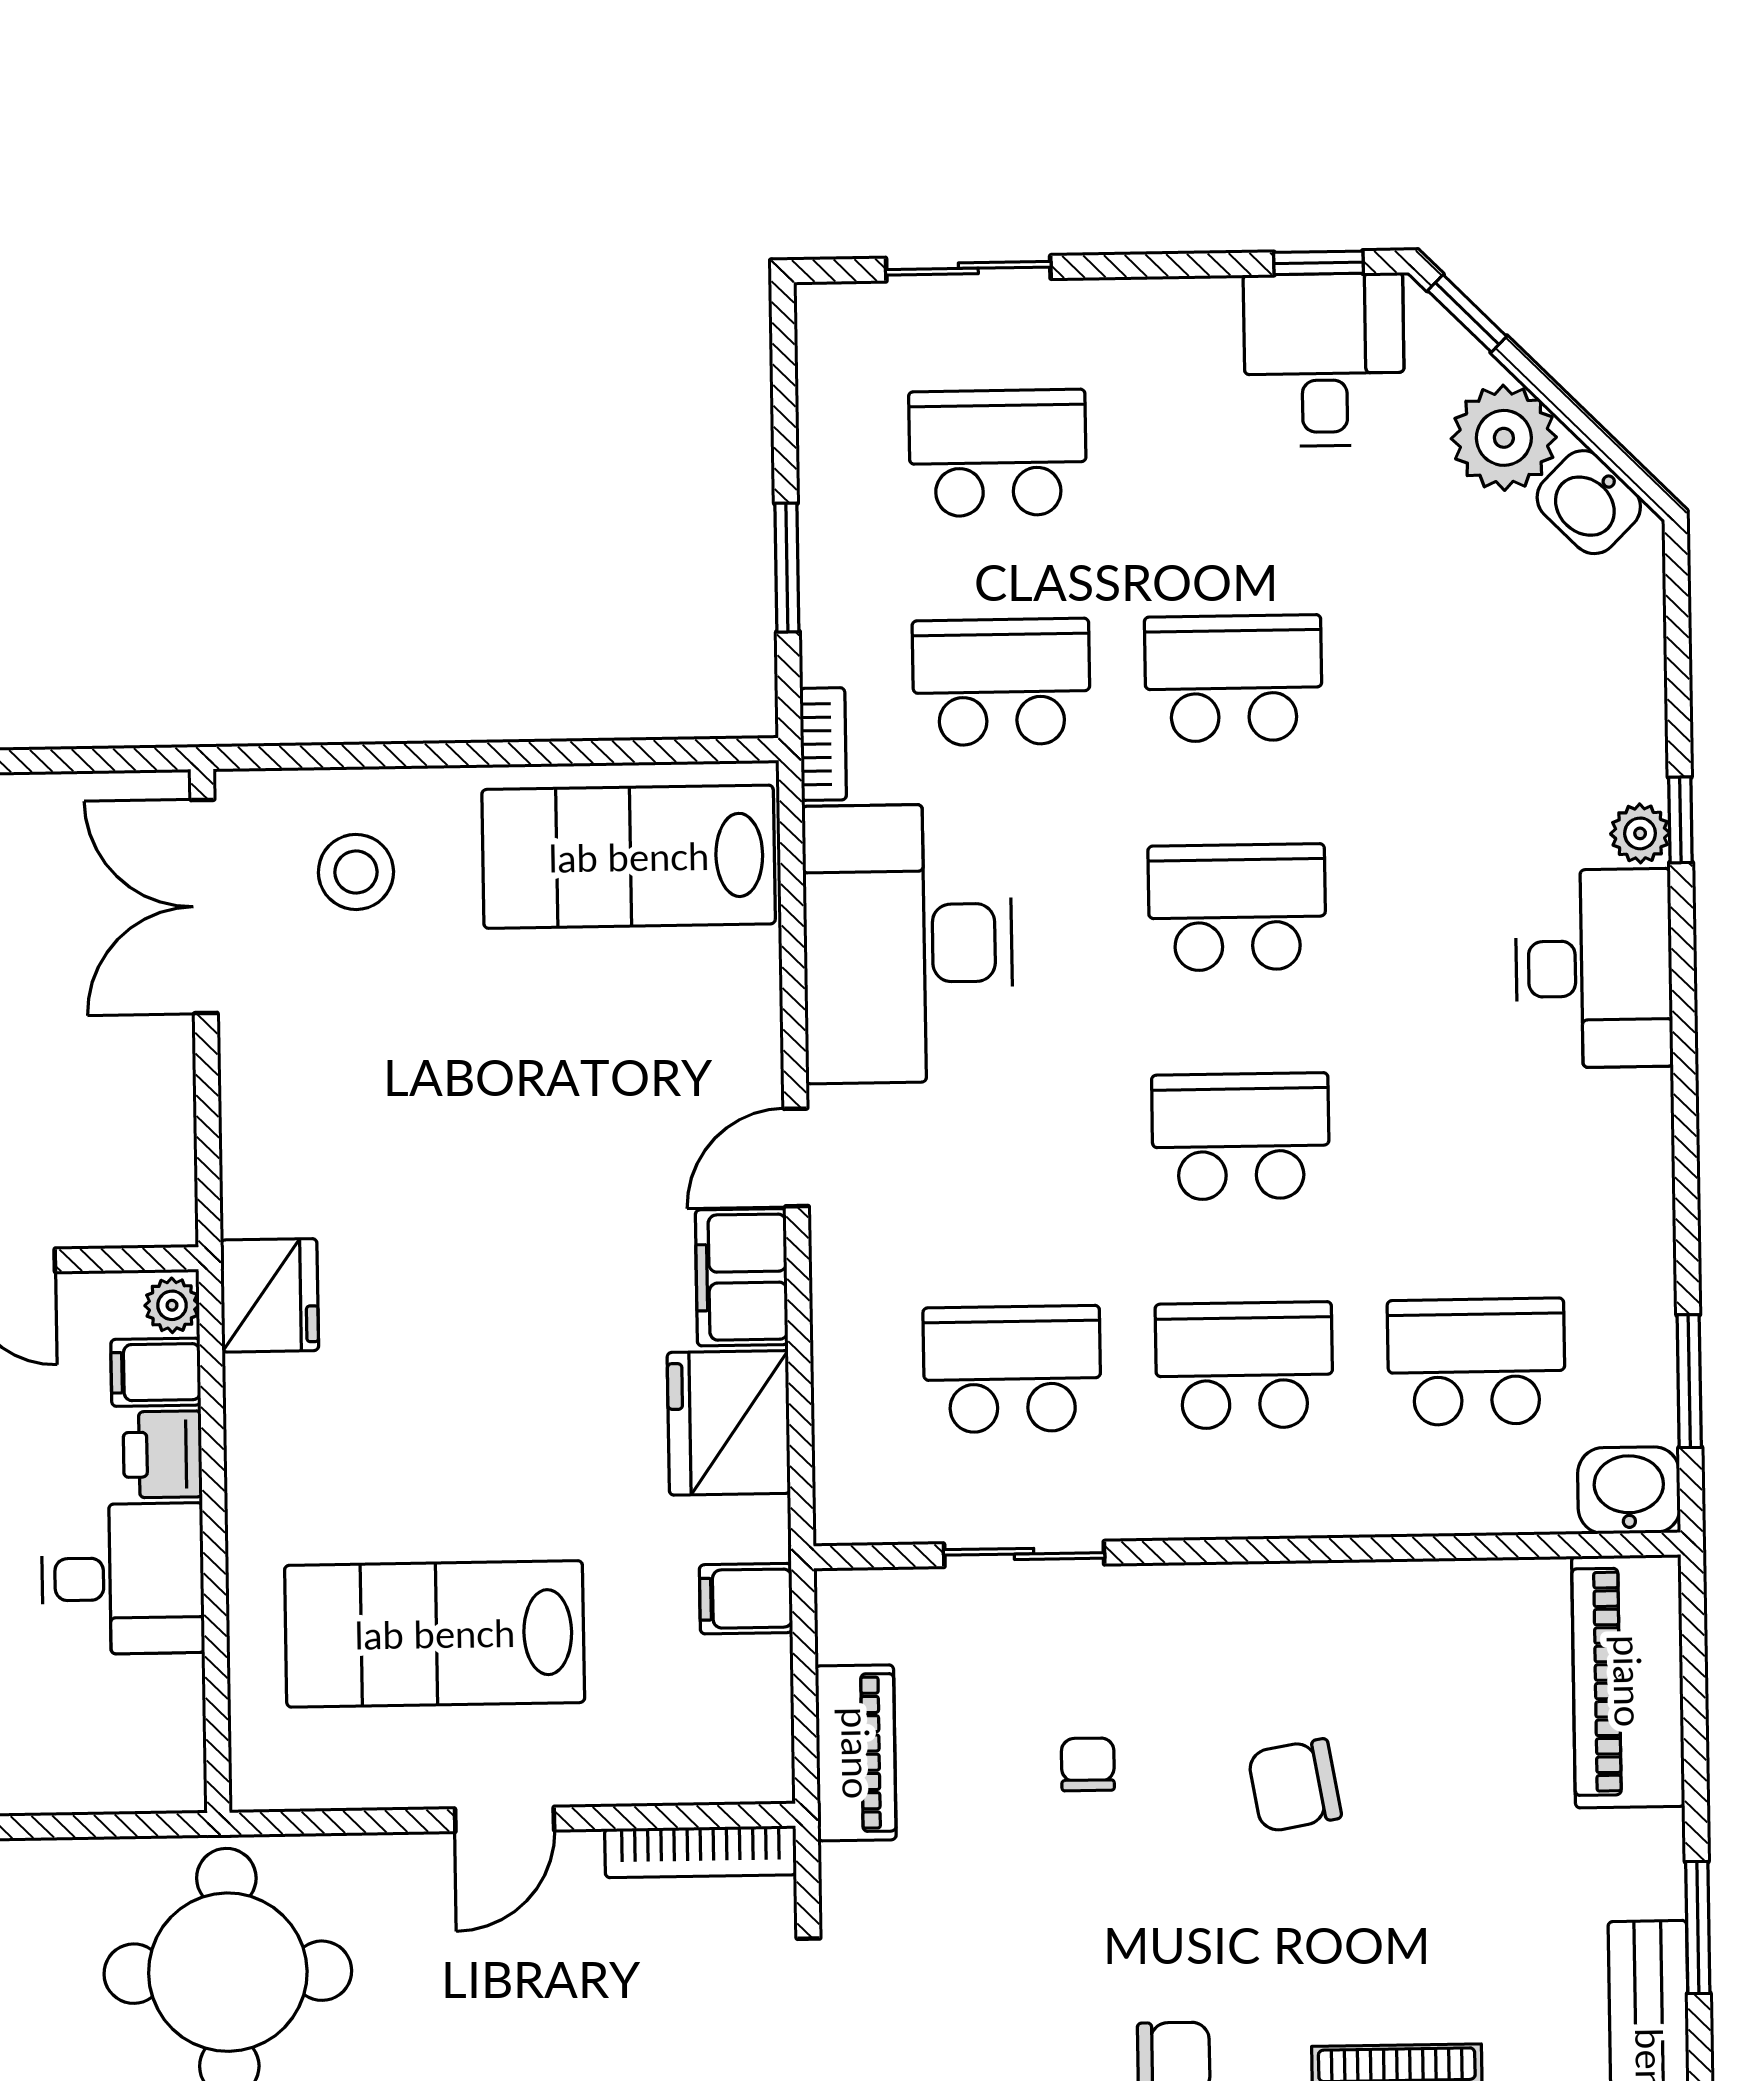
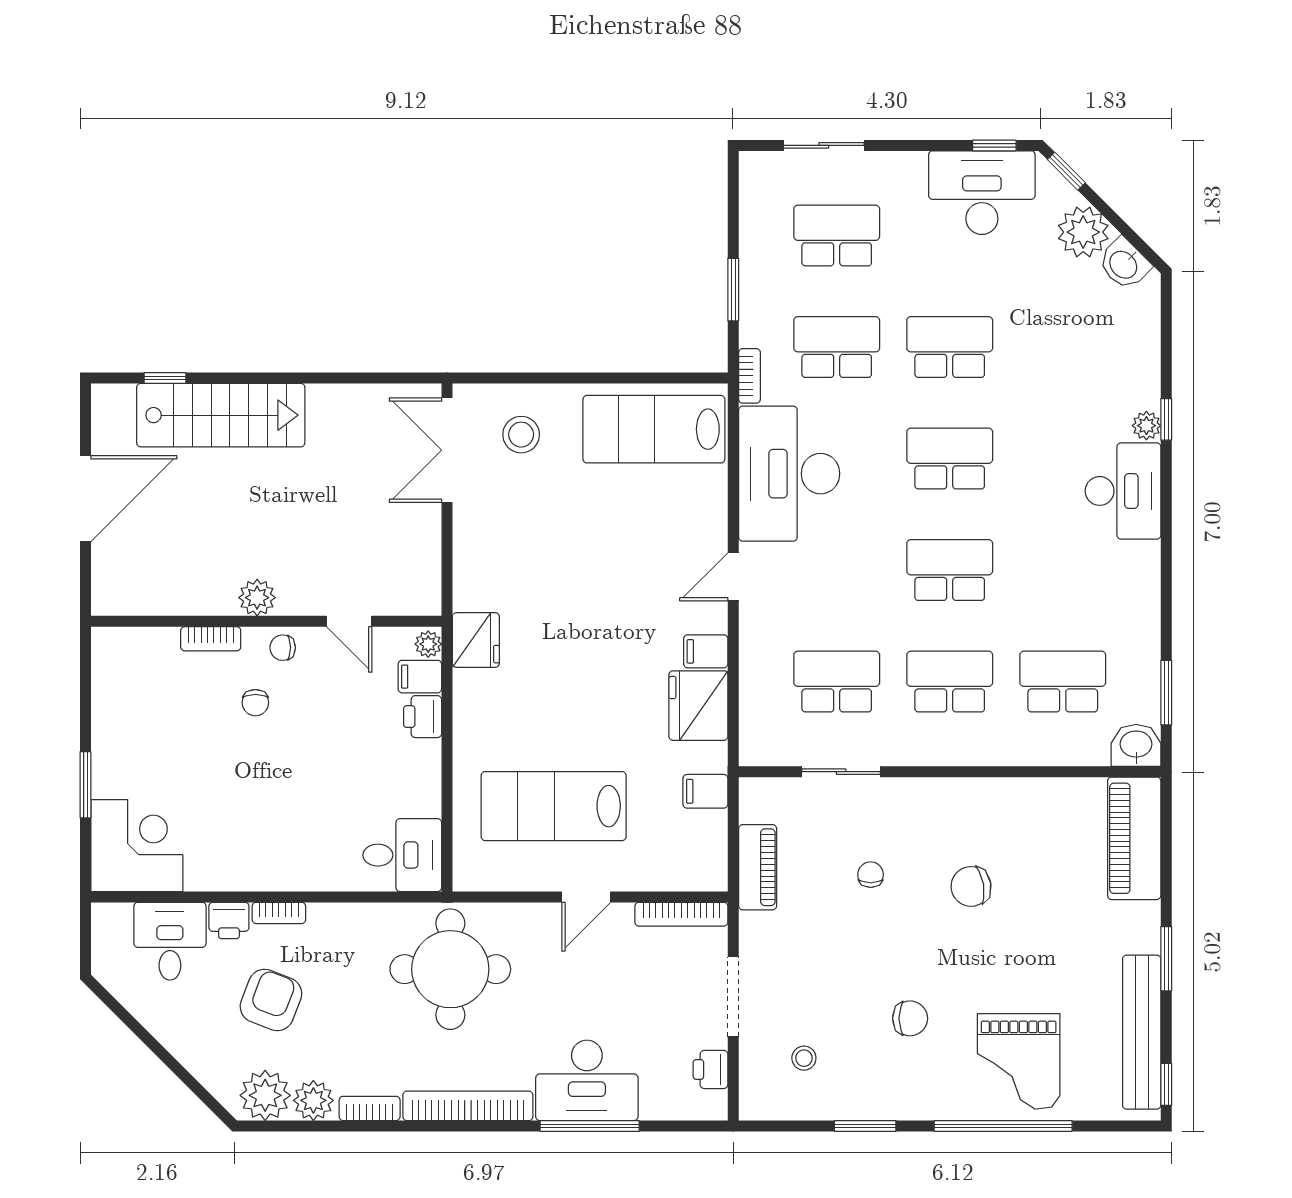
desk: (1324, 360) -> (982, 193), width x1.37
filing cabinet: (742, 1277) -> (706, 651), width x0.50
desk: (123, 1579) -> (402, 855), moved

